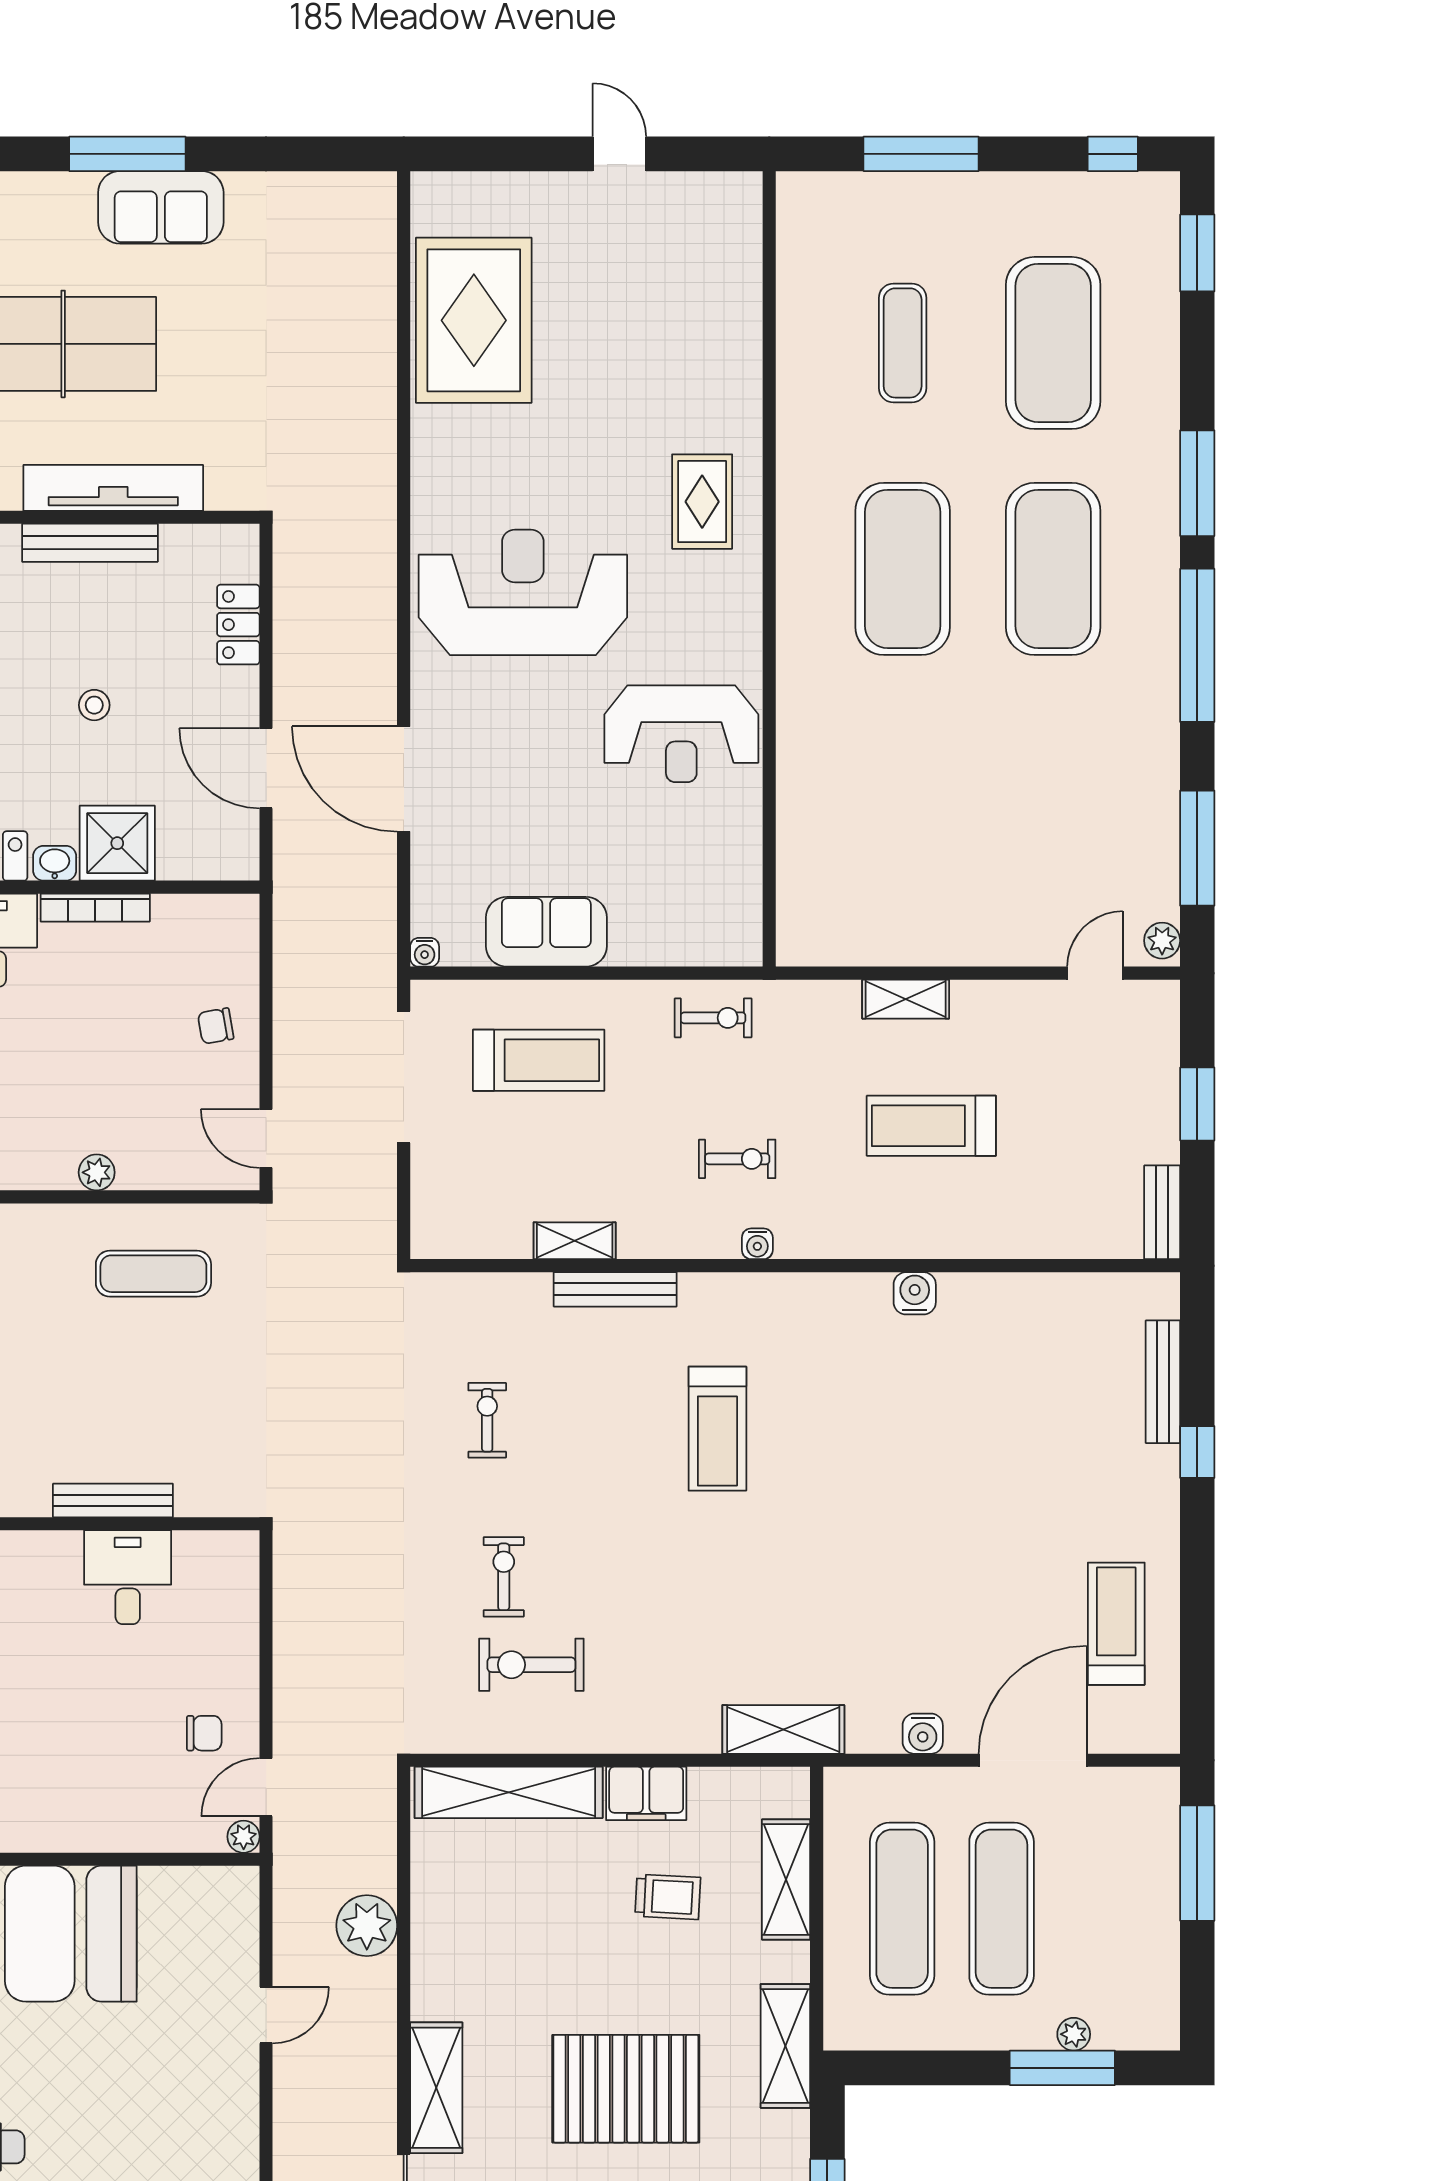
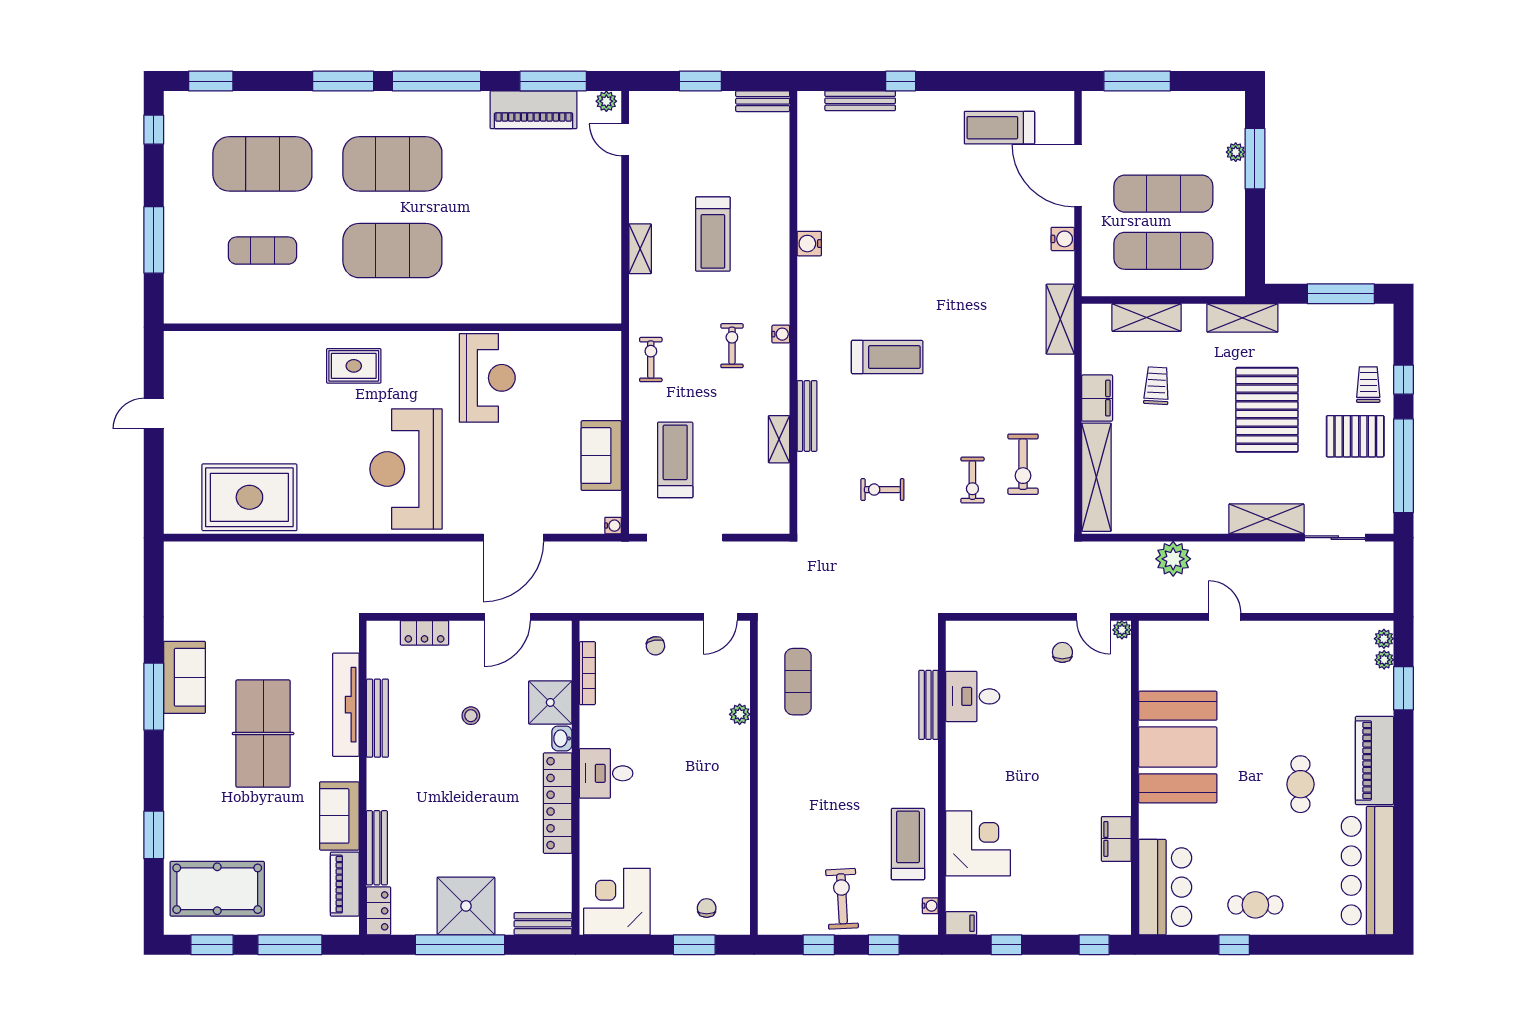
piano: (1147, 814) -> (534, 110), added
bookcase: (95, 908) -> (587, 673), moved
exercise bike: (504, 1577) -> (972, 480), turned -90

